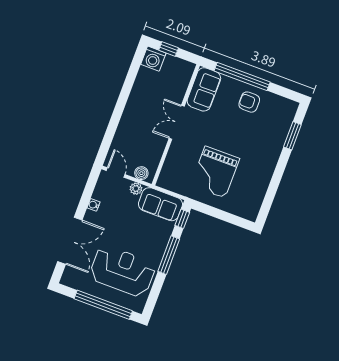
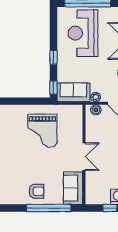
grand piano: (215, 172) -> (42, 131), turned 180
window: (169, 255) -> (53, 57), width x0.46
reception desk: (122, 271) -> (83, 33), turned 90

